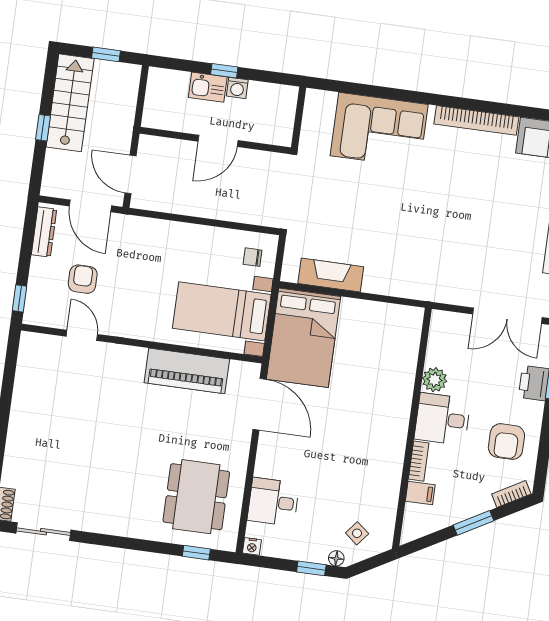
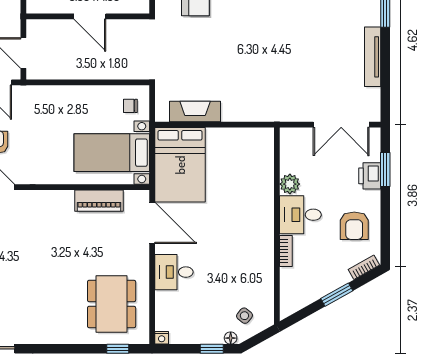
door: (218, 141) -> (90, 16), hinge flipped
piano: (187, 371) -> (99, 201), width x0.73, depth x0.75
filing cabinet: (420, 493) -> (291, 276), removed
desk: (273, 502) -> (174, 272), moved

